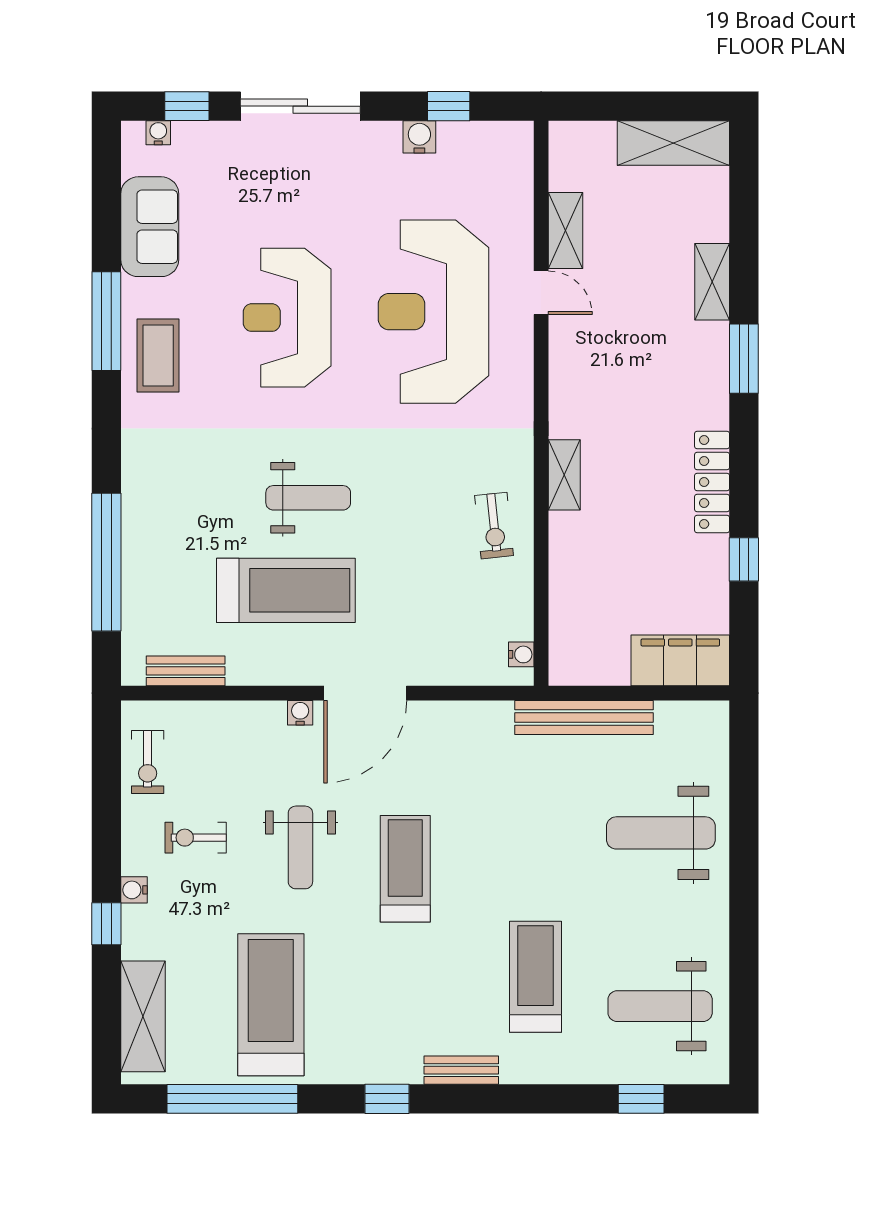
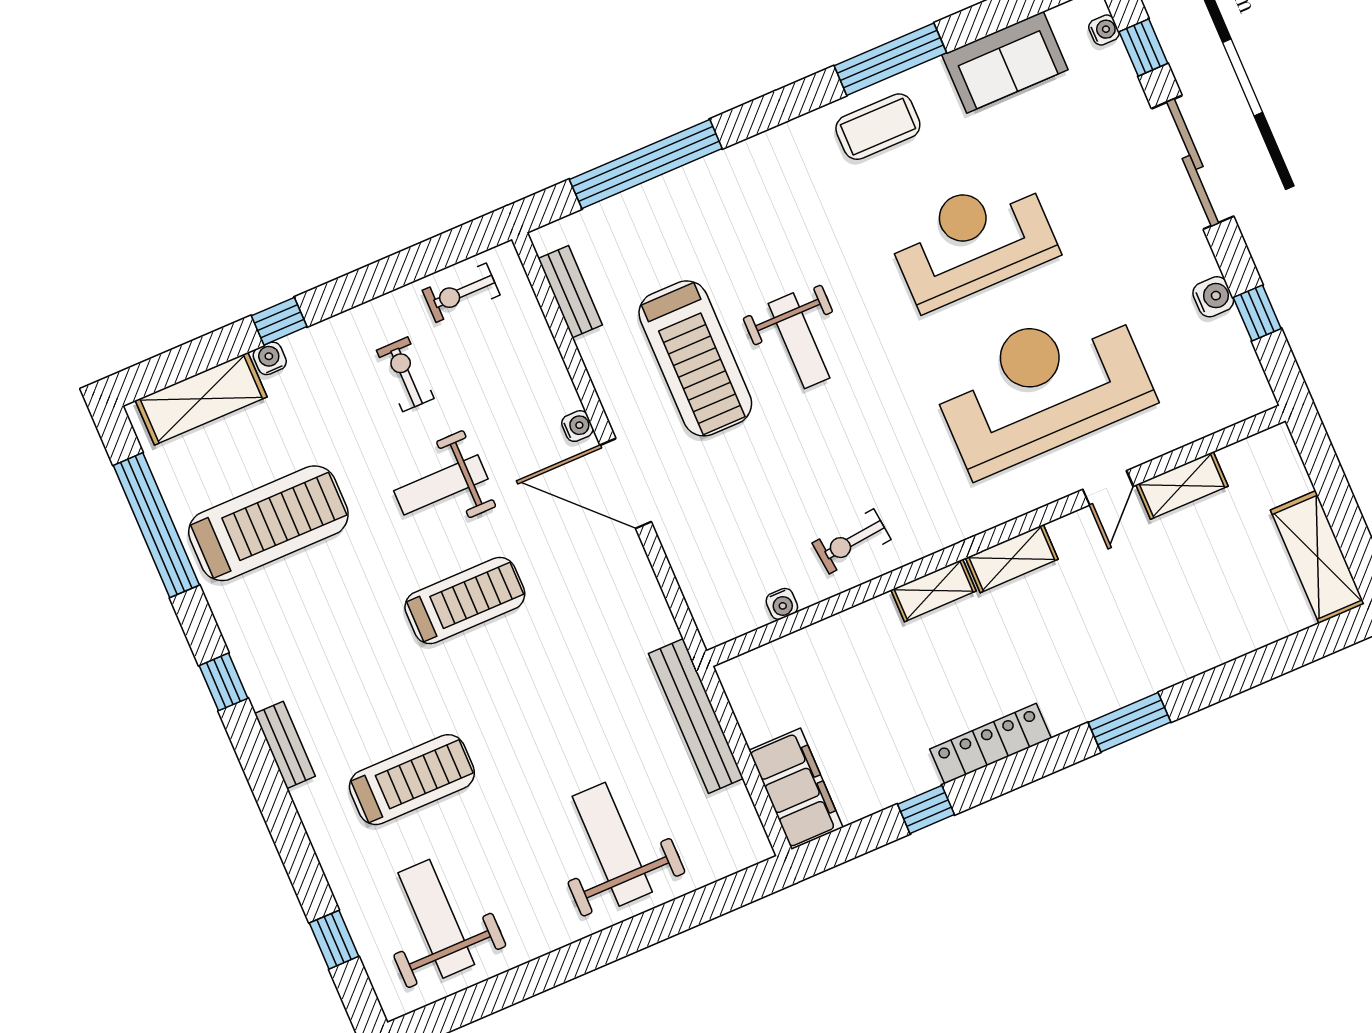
shelving: (712, 282) -> (1012, 559), moved
water cooler: (521, 654) -> (782, 604), moved
water cooler: (134, 890) -> (270, 358), moved

